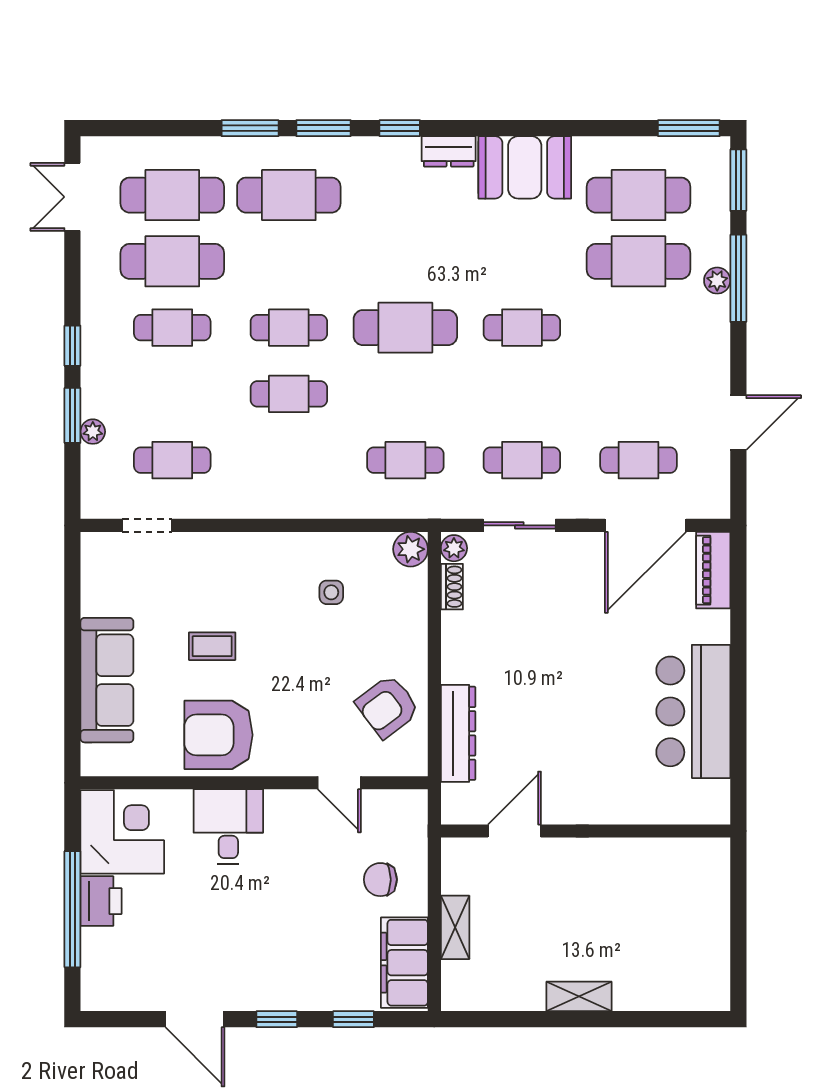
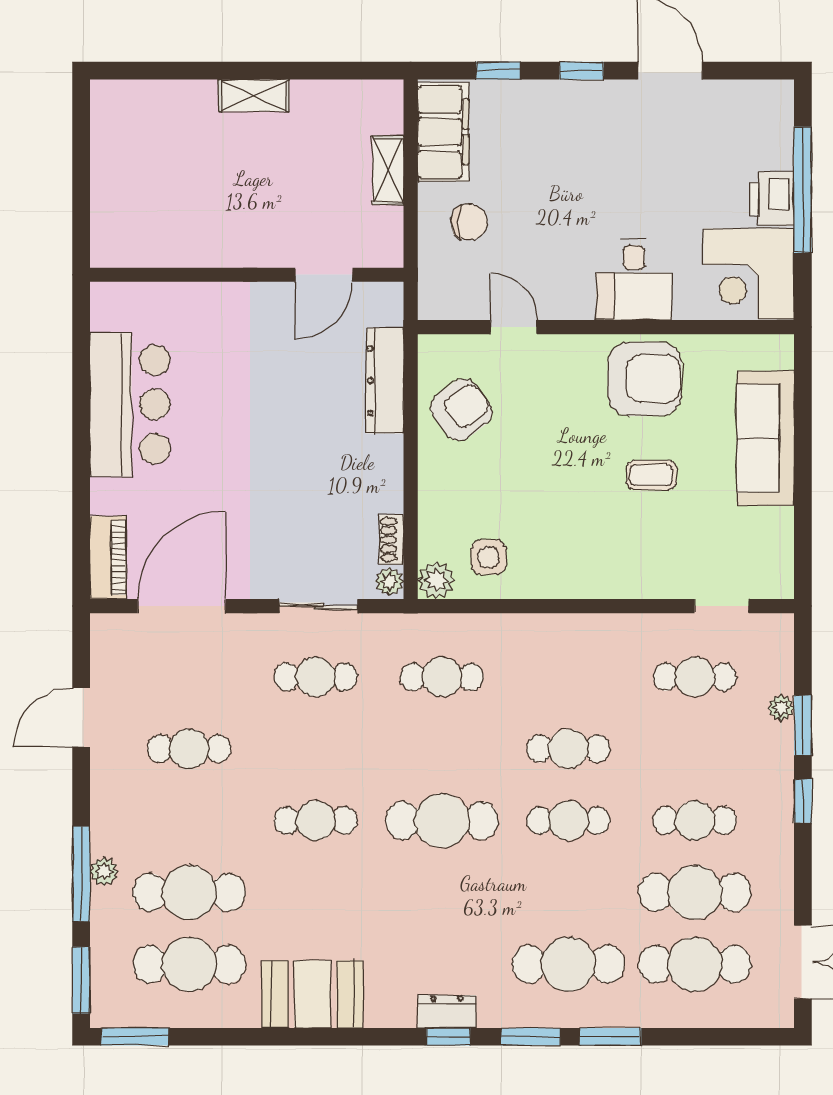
dresser: (449, 151) -> (447, 1012), moved
cafe table: (638, 460) -> (189, 749), moved
side table: (331, 592) -> (488, 557), moved, width x1.37, depth x1.37

